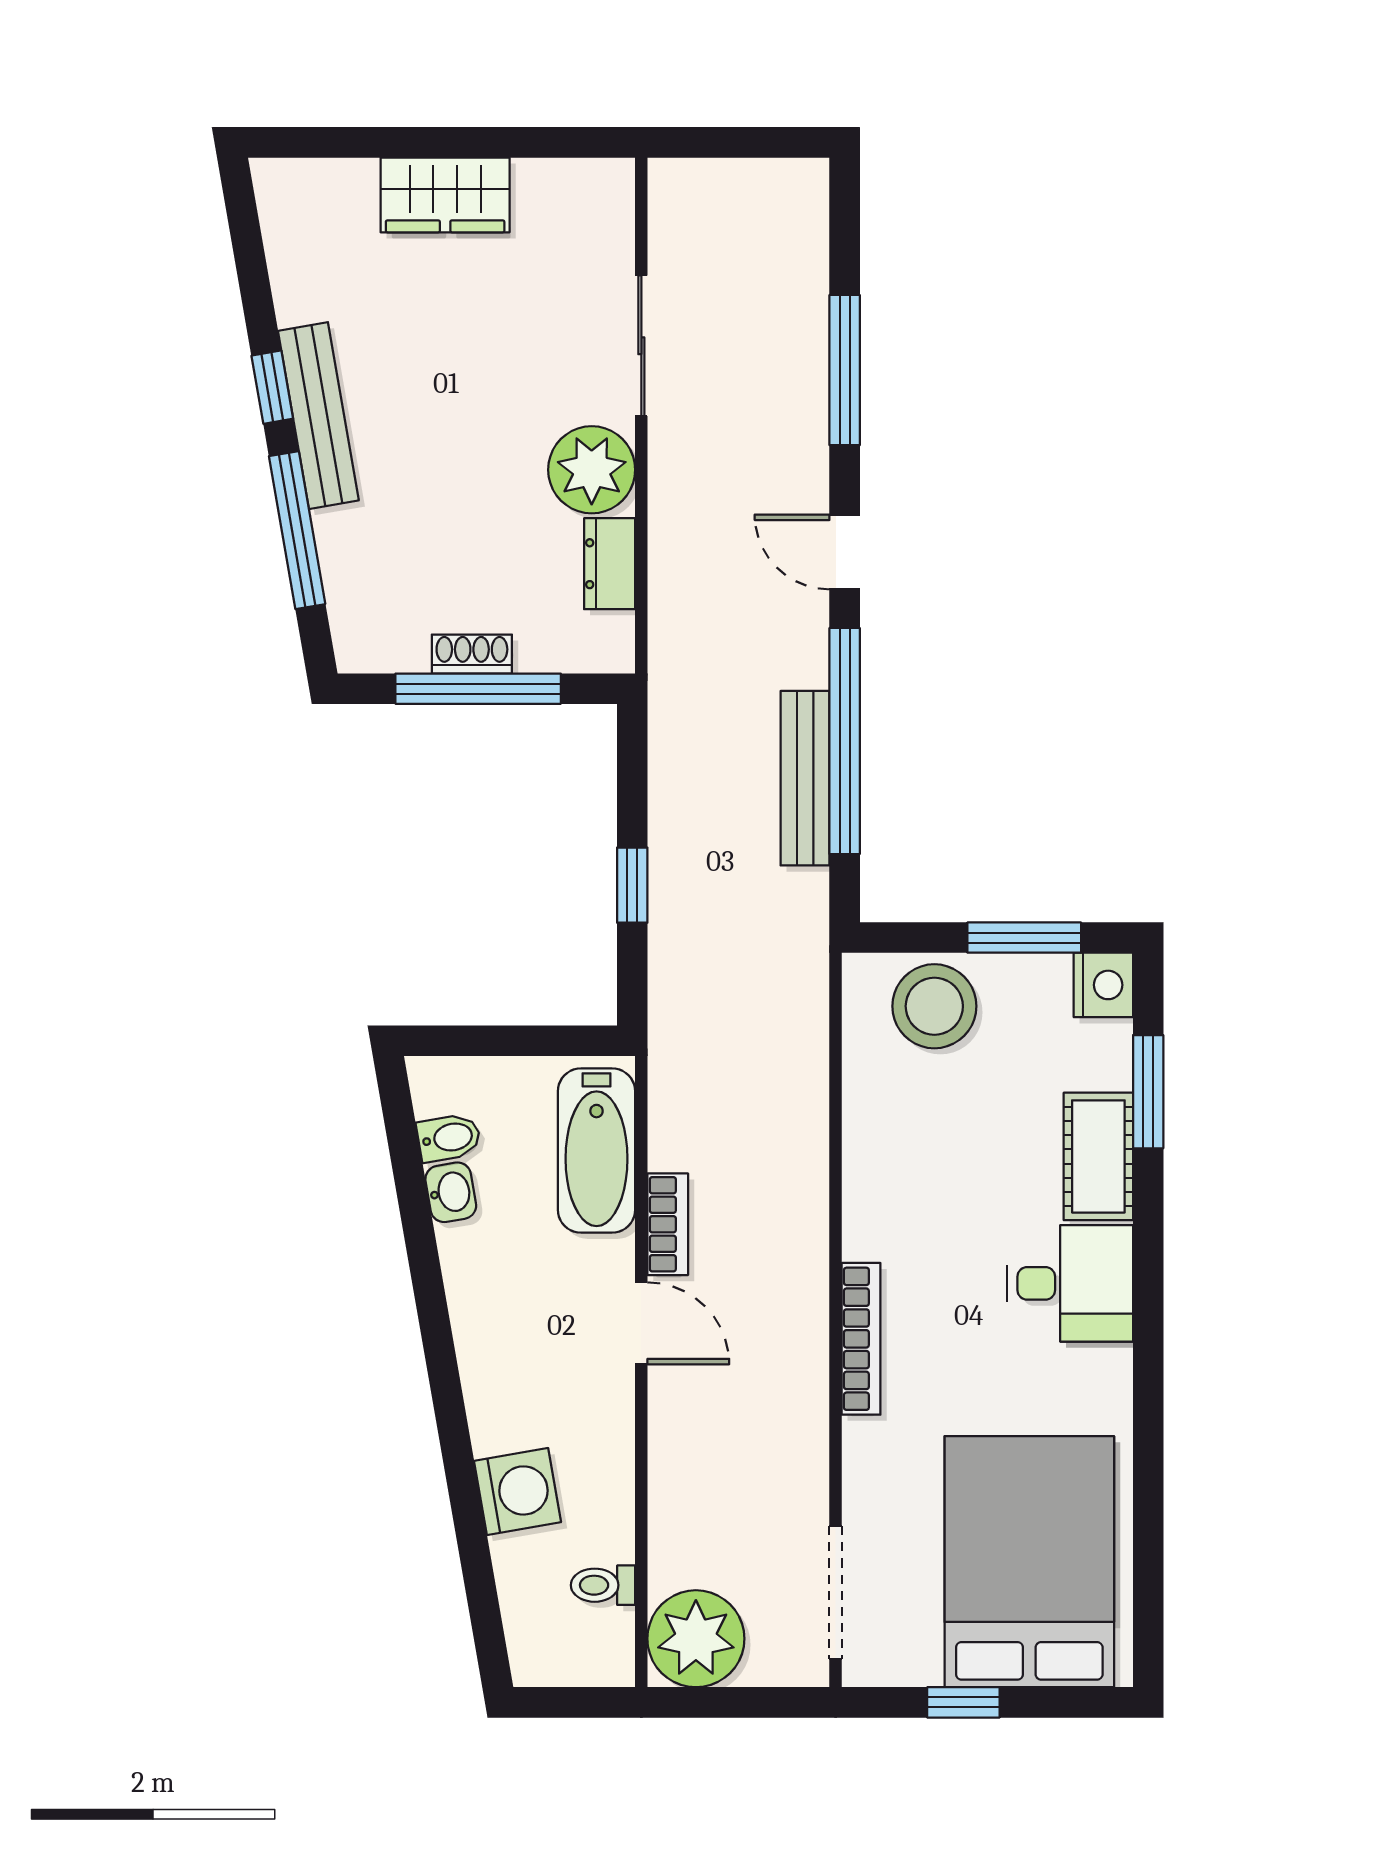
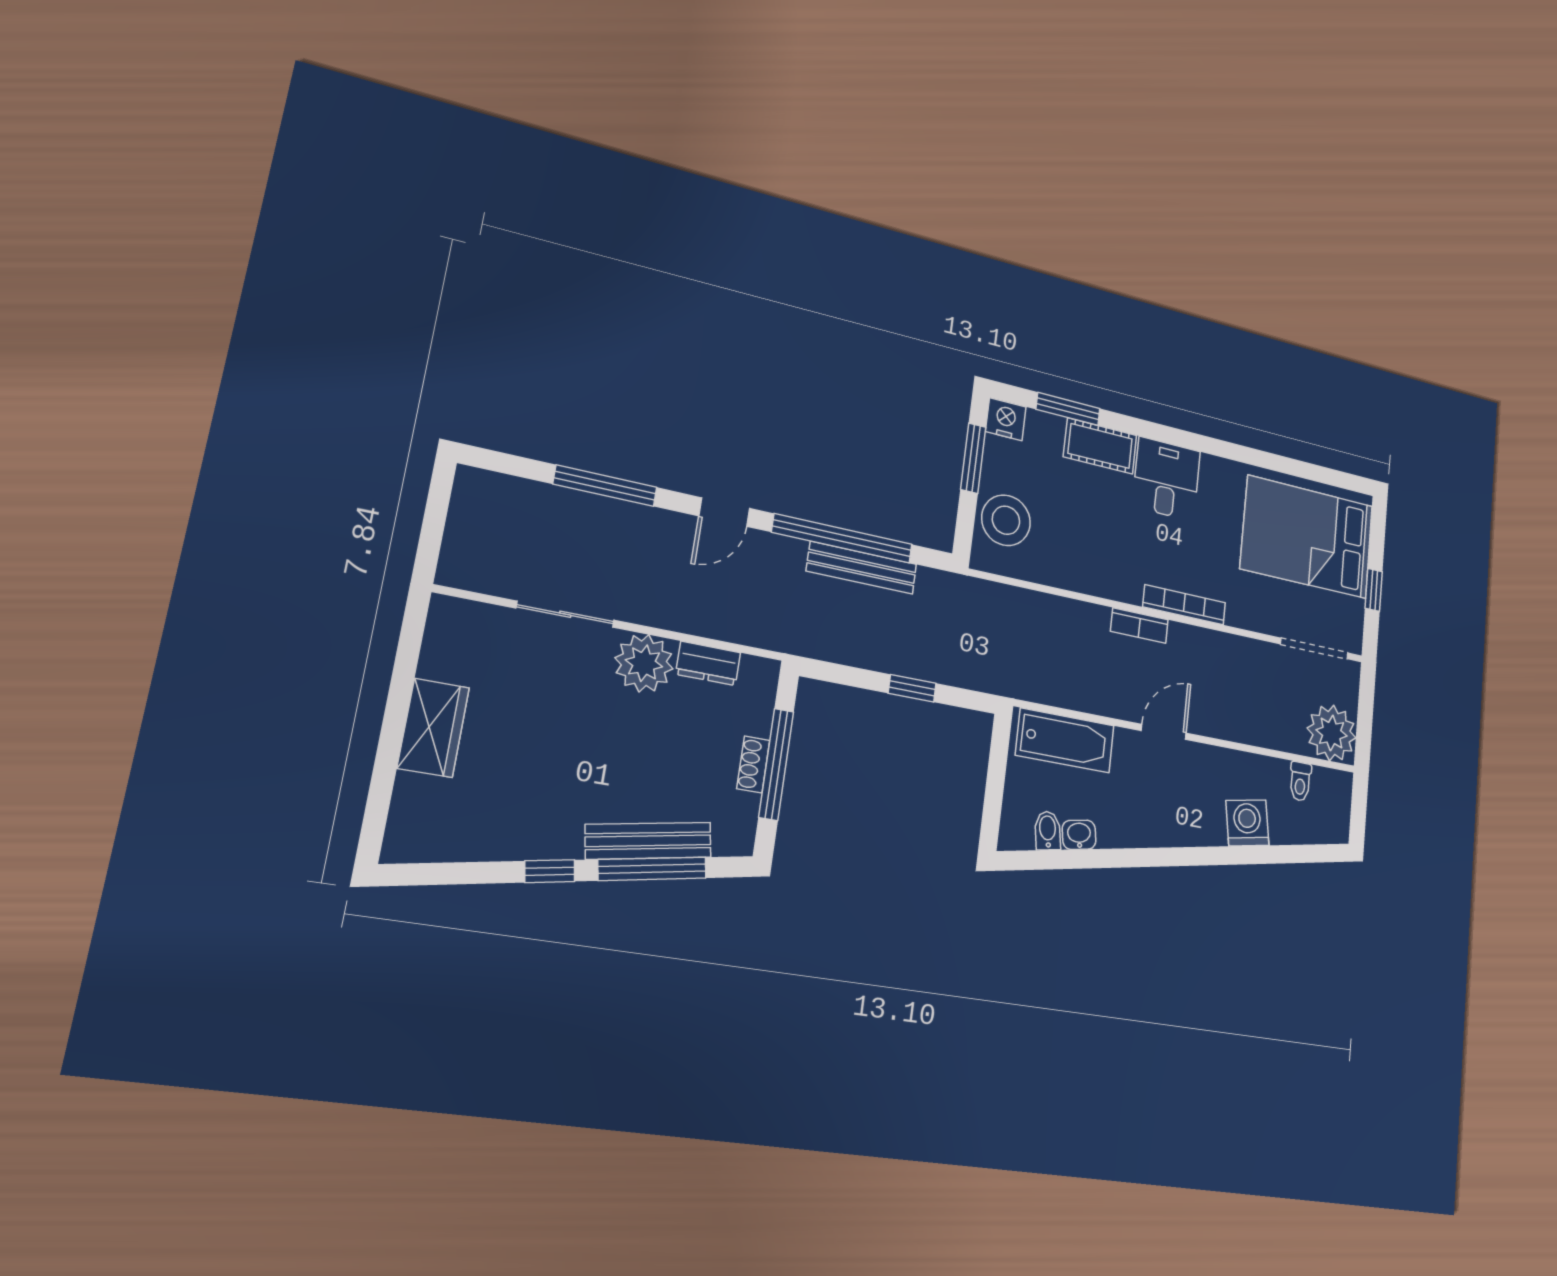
bench: (318, 416) -> (649, 841), moved
bookcase: (668, 1224) -> (1139, 626), moved, turned 180

